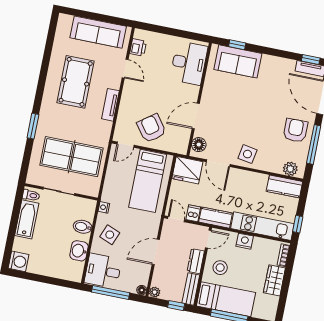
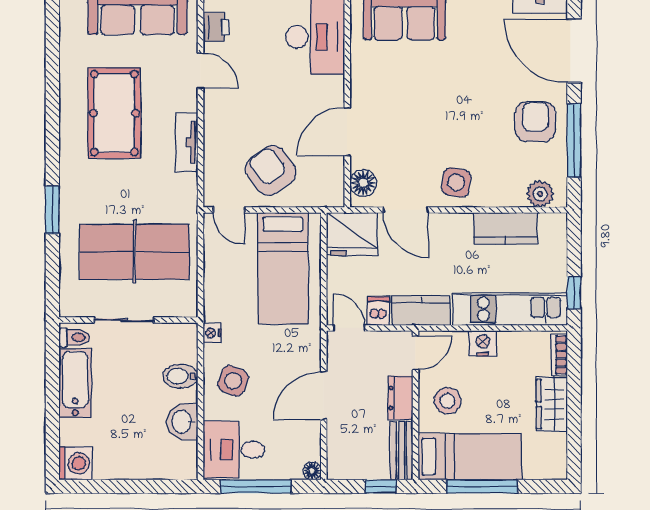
door: (126, 145) -> (229, 210), hinge flipped
kitchen counter: (284, 186) -> (505, 228), moved
plant: (155, 292) -> (336, 470), removed

